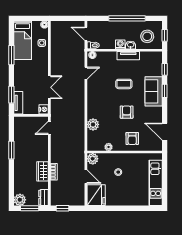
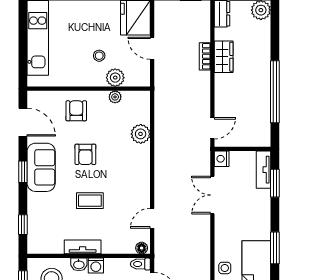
sofa: (154, 91) -> (41, 167), moved
window: (165, 91) -> (23, 172), moved
window: (11, 150) -> (275, 92), width x2.11
plant: (93, 159) -> (115, 78), moved

